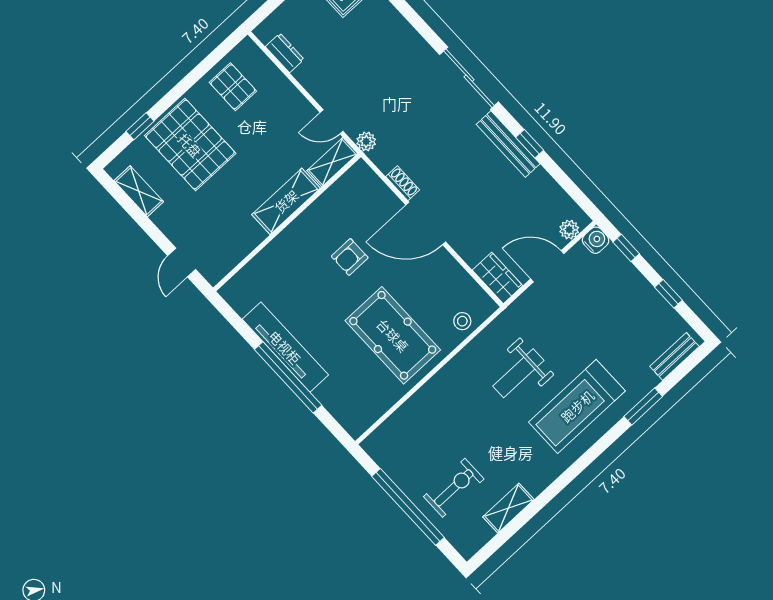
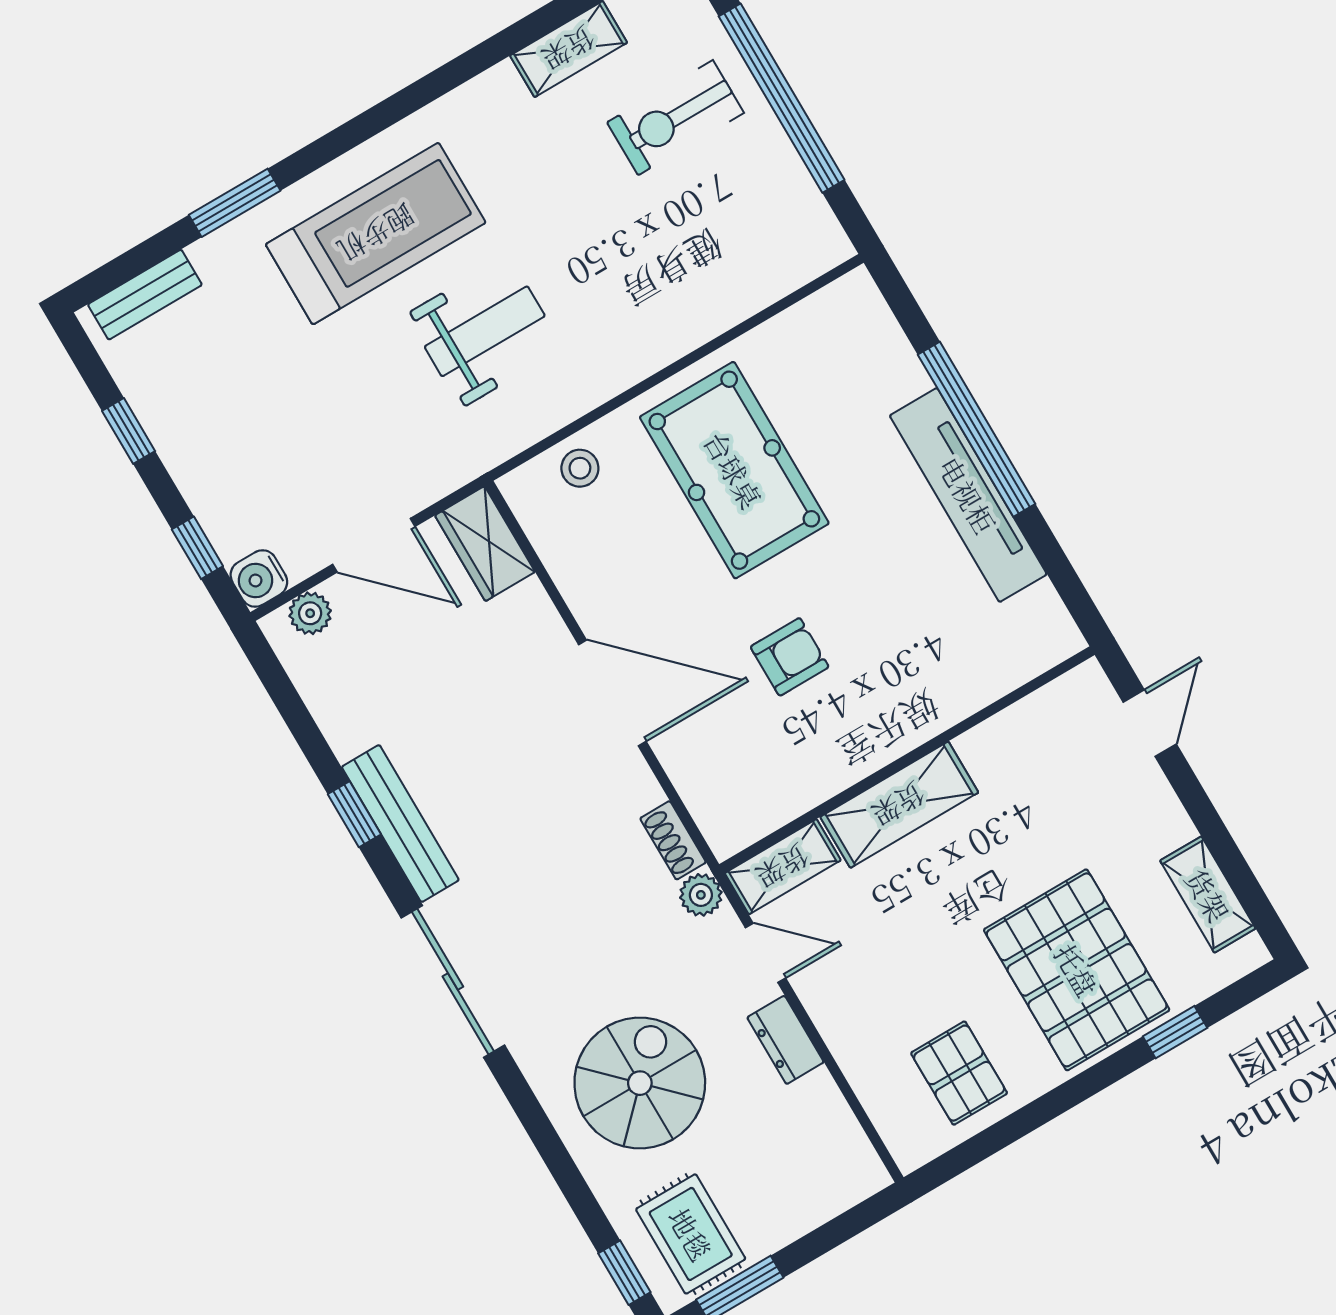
spiral stairs: (375, 51) -> (640, 1083), added
dresser: (285, 53) -> (785, 1040), moved
shoe rack: (403, 183) -> (673, 840), moved

